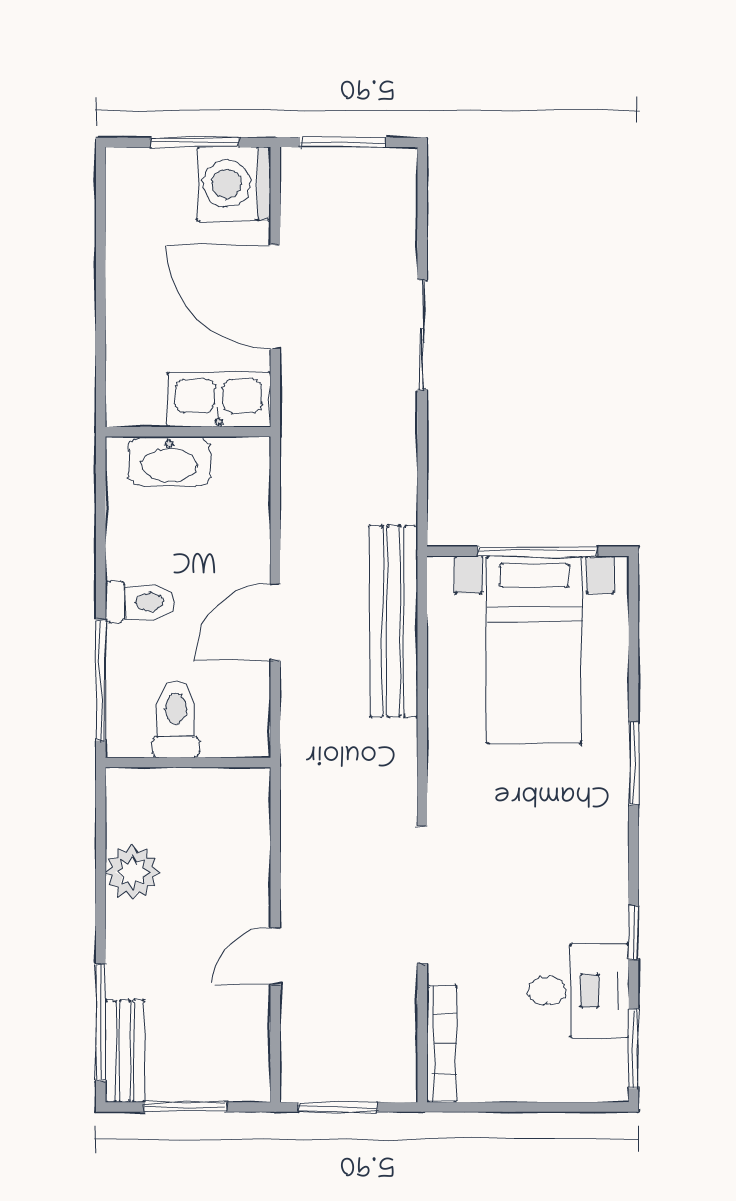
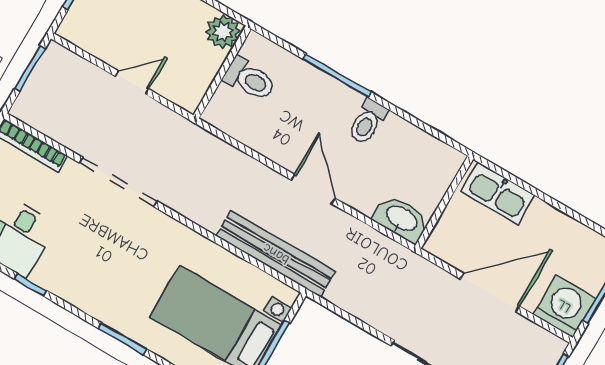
kitchen sink: (219, 400) -> (498, 193), moved, turned 90
washbasin: (169, 462) -> (401, 219), moved, turned 90
toilet: (176, 719) -> (250, 79), moved
wall: (188, 763) -> (222, 72), moved
door: (275, 956) -> (132, 83), hinge flipped

